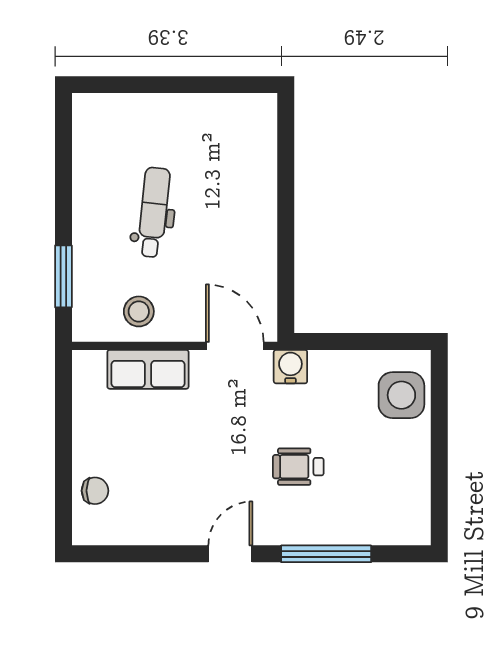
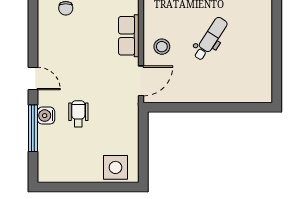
dental chair: (154, 212) -> (210, 39), turned -63
stool: (139, 311) -> (162, 47), moved
water cooler: (290, 367) -> (46, 116), moved, turned 180

